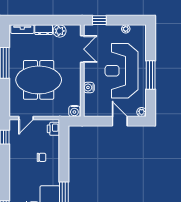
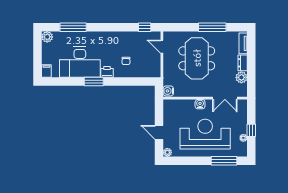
window: (99, 20) -> (251, 130), moved
window: (151, 75) -> (224, 161), moved
water cooler: (89, 87) -> (200, 104), moved
door: (120, 121) -> (159, 132), swing flipped
printer: (53, 129) -> (107, 72), moved

